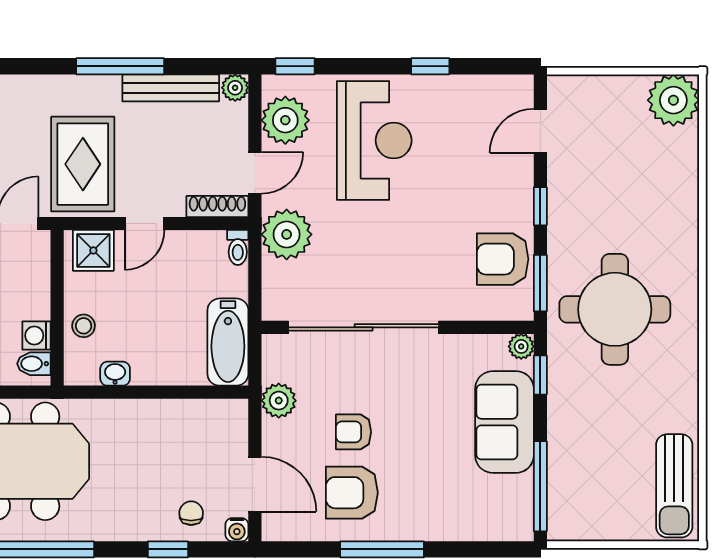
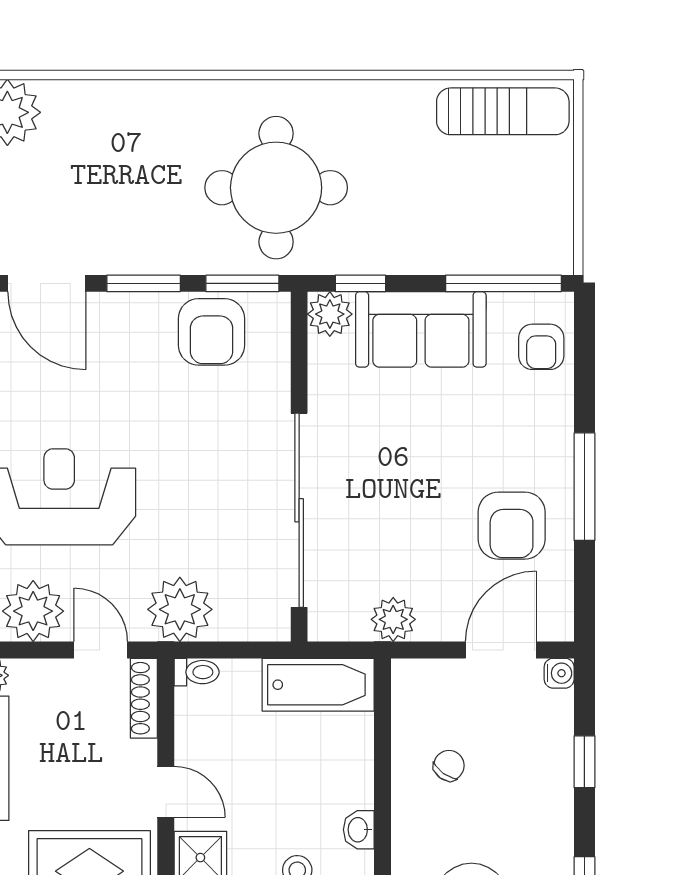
door: (540, 131) -> (47, 283), width x1.37
window: (540, 206) -> (144, 283), width x1.50
plant: (521, 346) -> (330, 314), width x1.38, depth x1.38
armchair: (353, 432) -> (541, 347), moved
chair: (191, 513) -> (449, 766), moved, turned 126

